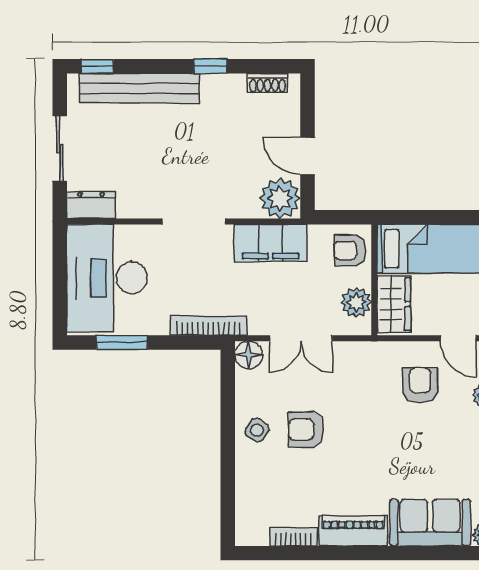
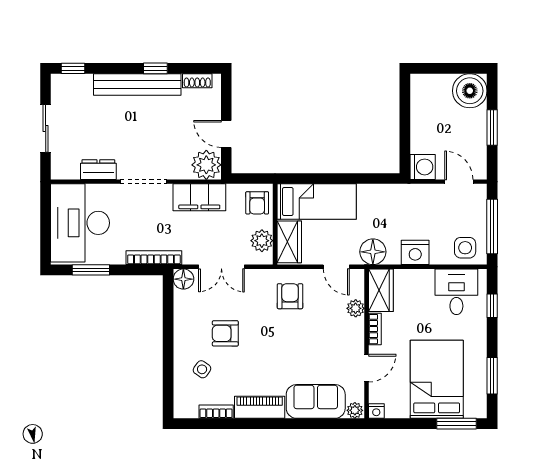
bench: (140, 88) -> (137, 84), moved
dresser: (91, 205) -> (98, 170), moved
armchair: (350, 251) -> (257, 203), turned -90
armchair: (420, 385) -> (290, 296), moved
side table: (257, 430) -> (202, 369), moved

